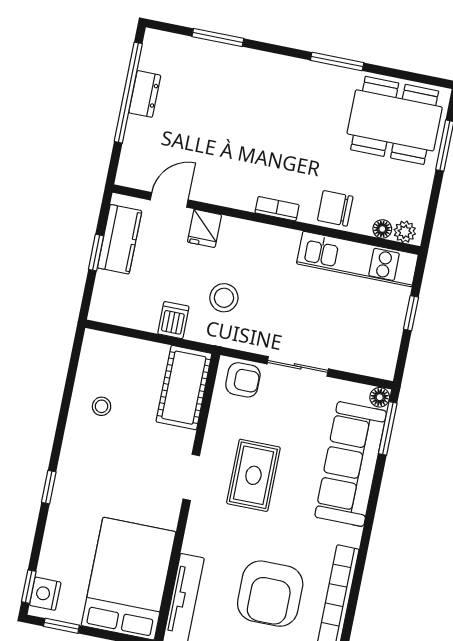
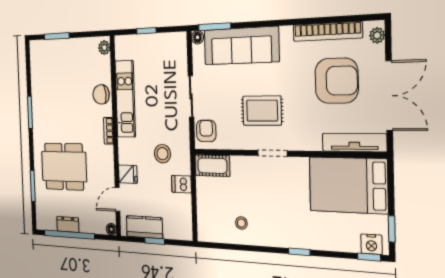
dining table: (395, 120) -> (64, 167), moved, turned 90
door: (169, 200) -> (117, 199), hinge flipped
chair: (335, 208) -> (101, 94), turned 85
floor lamp: (382, 229) -> (111, 229), moved
kitchen unit: (357, 259) -> (125, 99), moved
cot: (184, 388) -> (212, 166), width x0.73, depth x0.75

